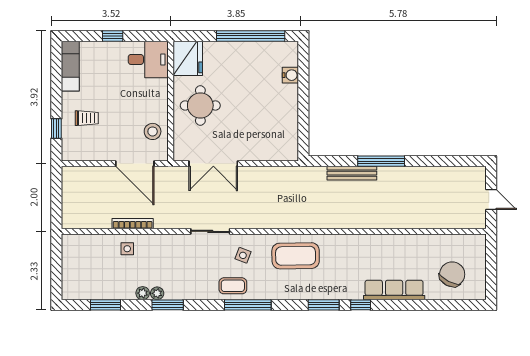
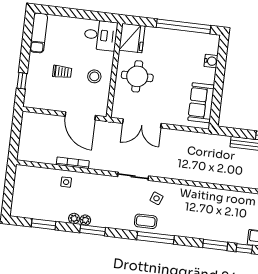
window: (113, 36) -> (75, 13), removed
trolley: (87, 118) -> (62, 72), moved
sofa: (284, 129) -> (201, 103), added
stool: (153, 131) -> (94, 76), moved
coffee table: (296, 256) -> (198, 204), removed

